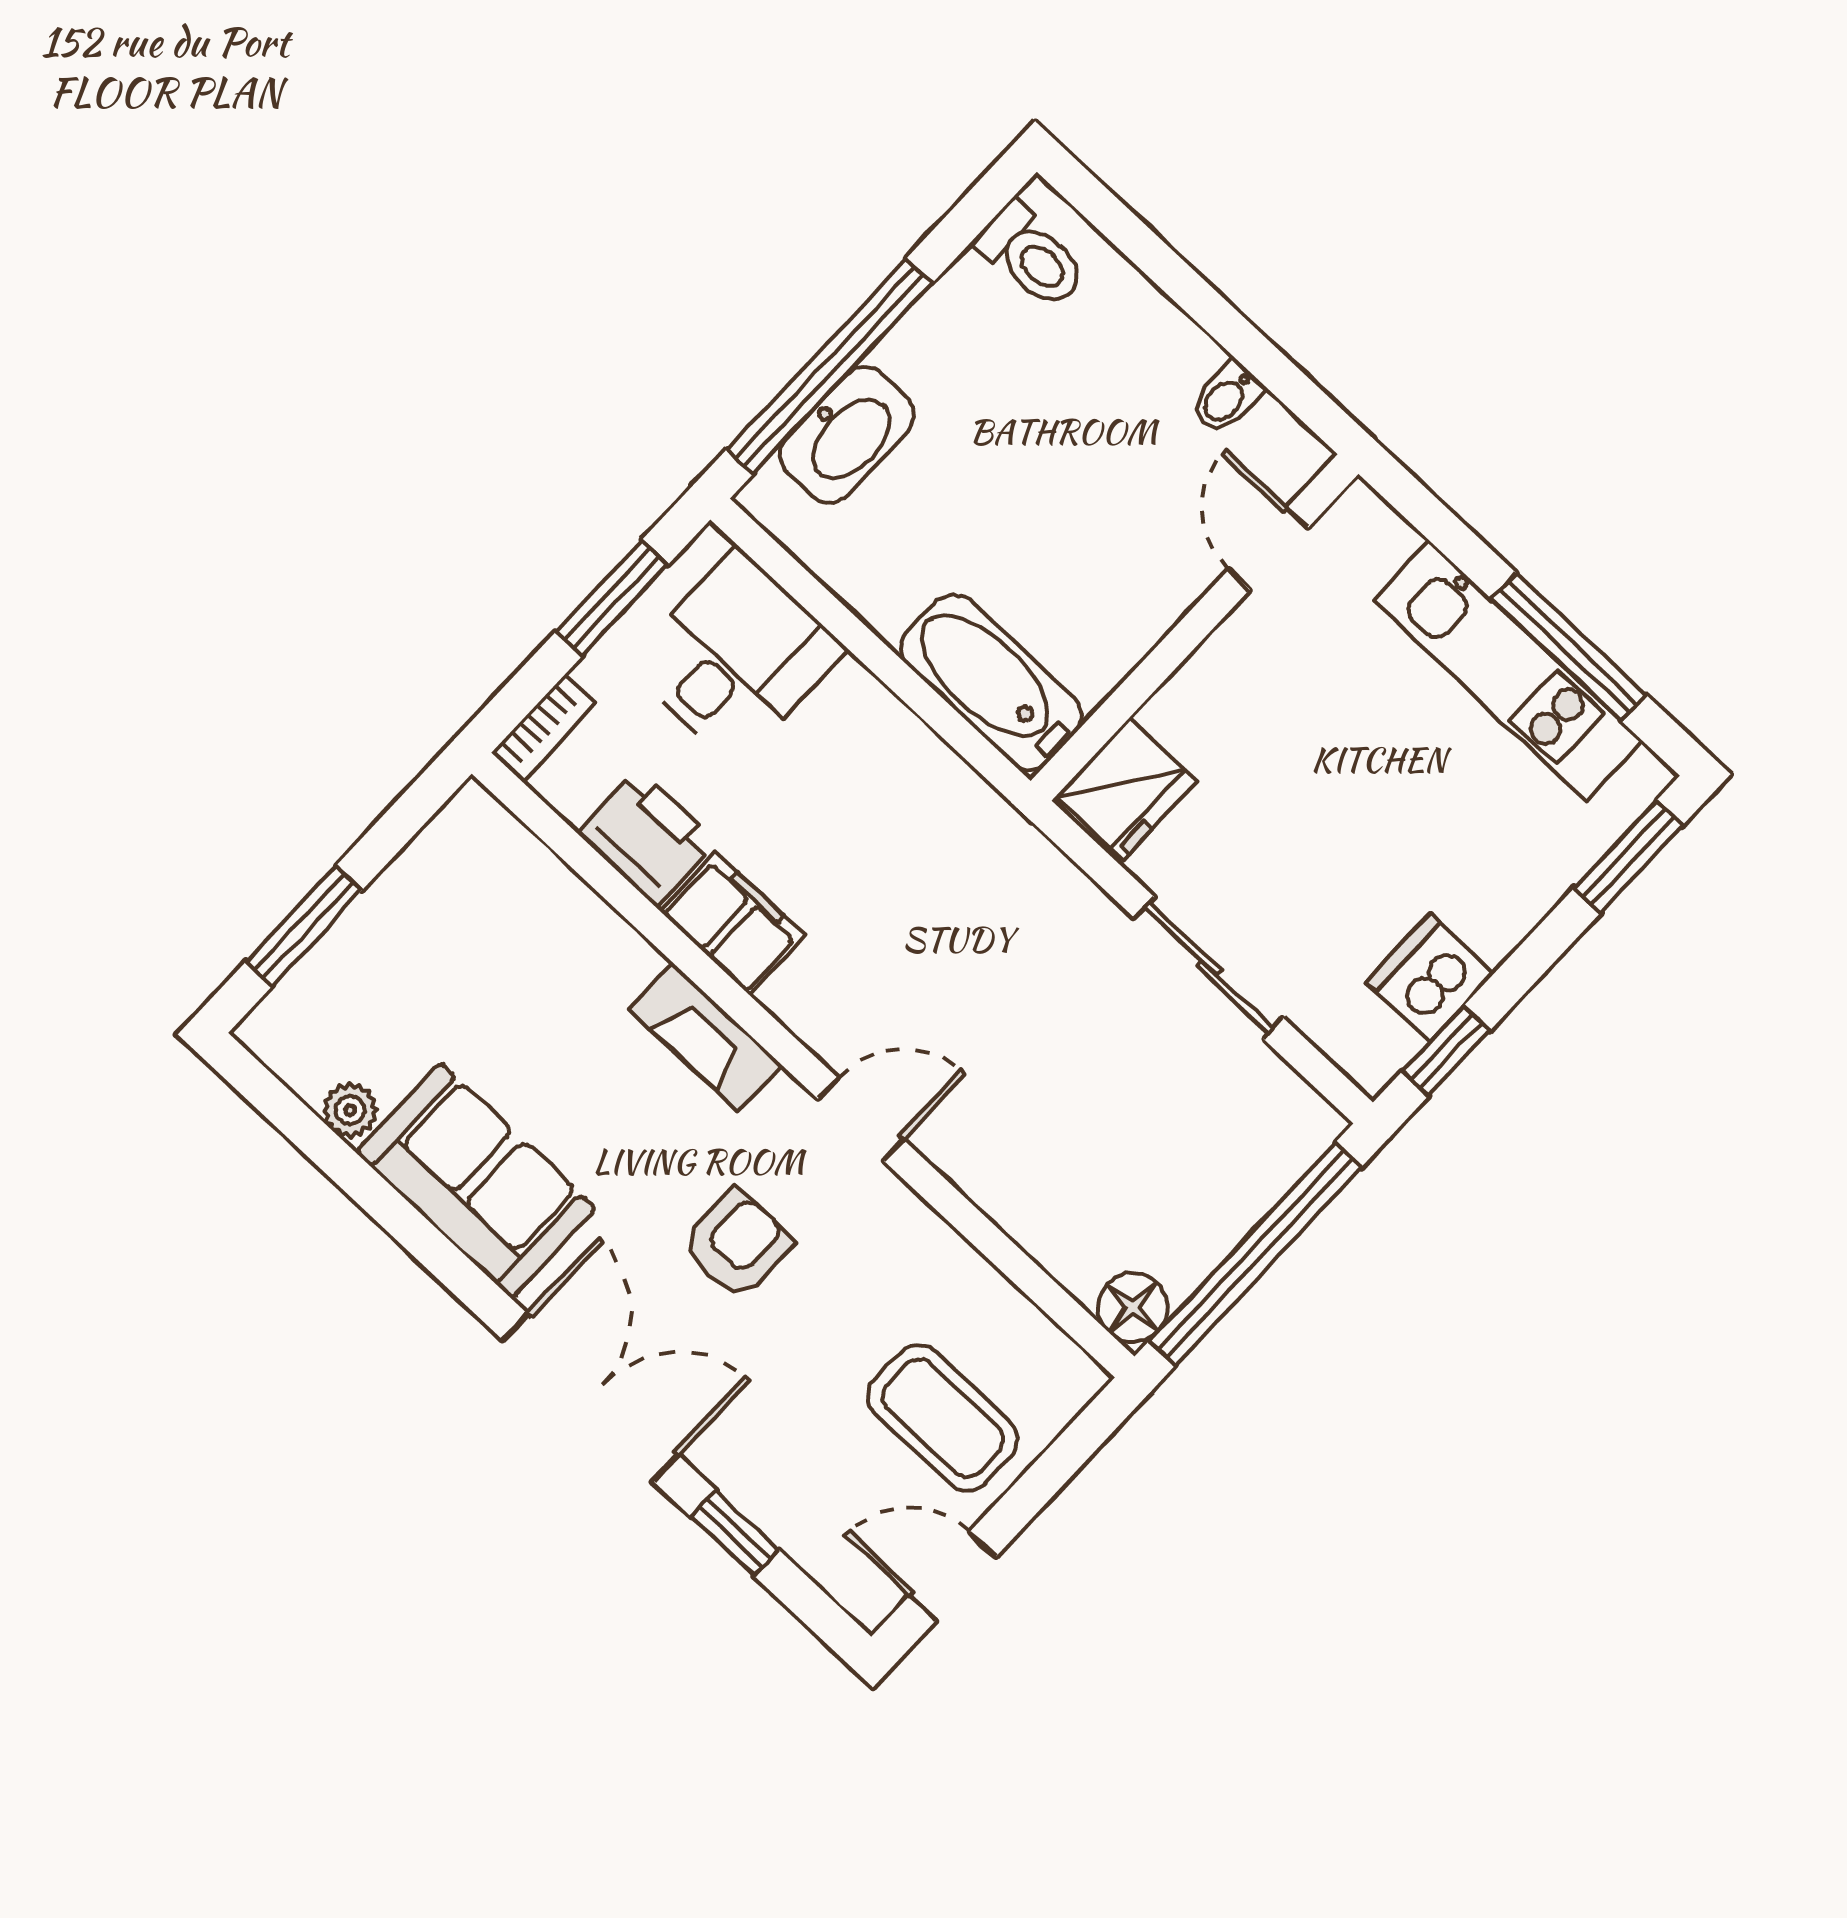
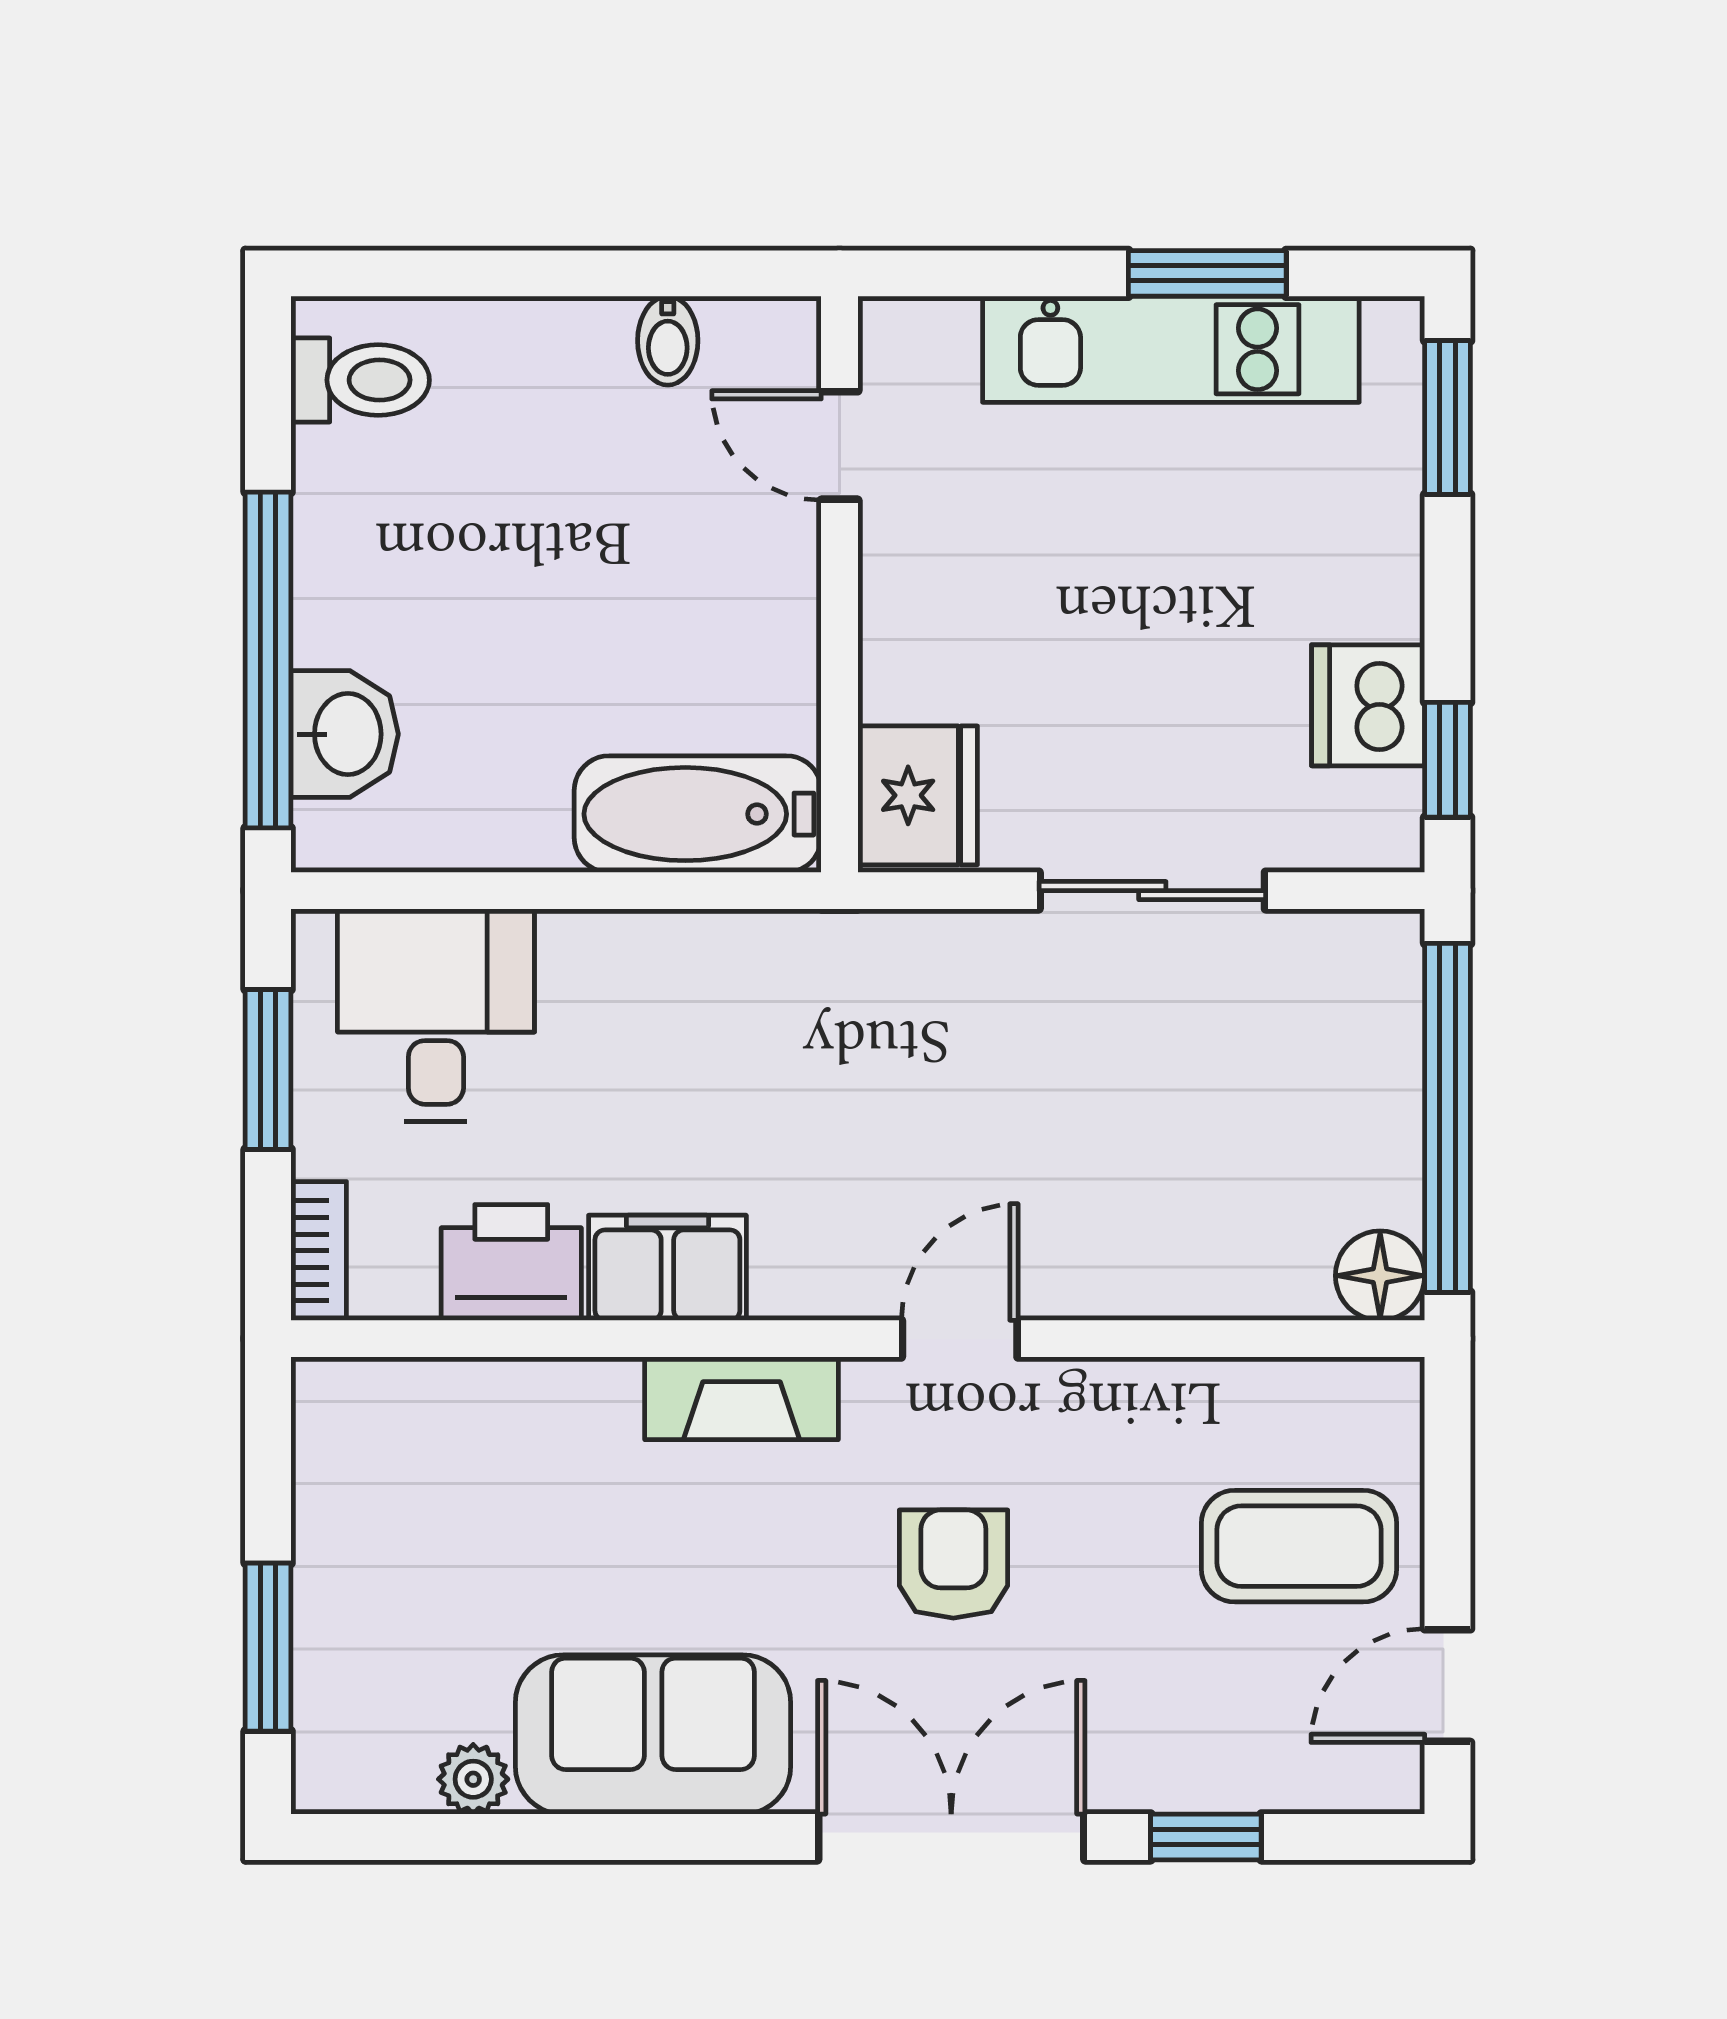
washbasin: (847, 435) -> (345, 734), width x0.72
window: (1569, 647) -> (1207, 273), width x0.69

